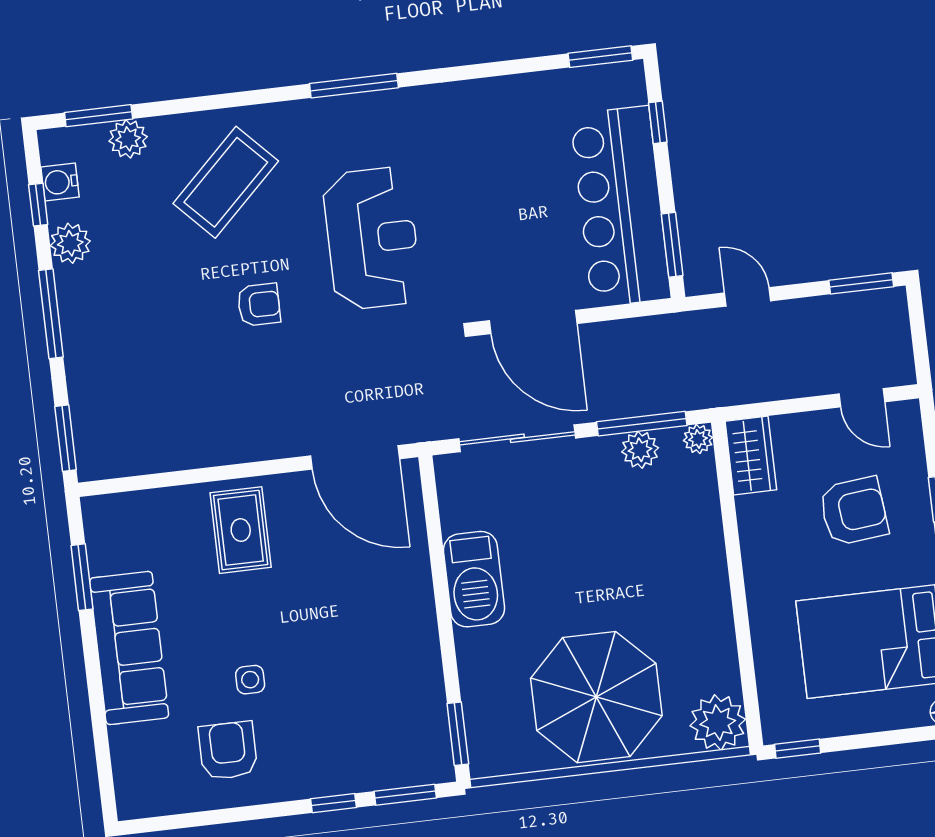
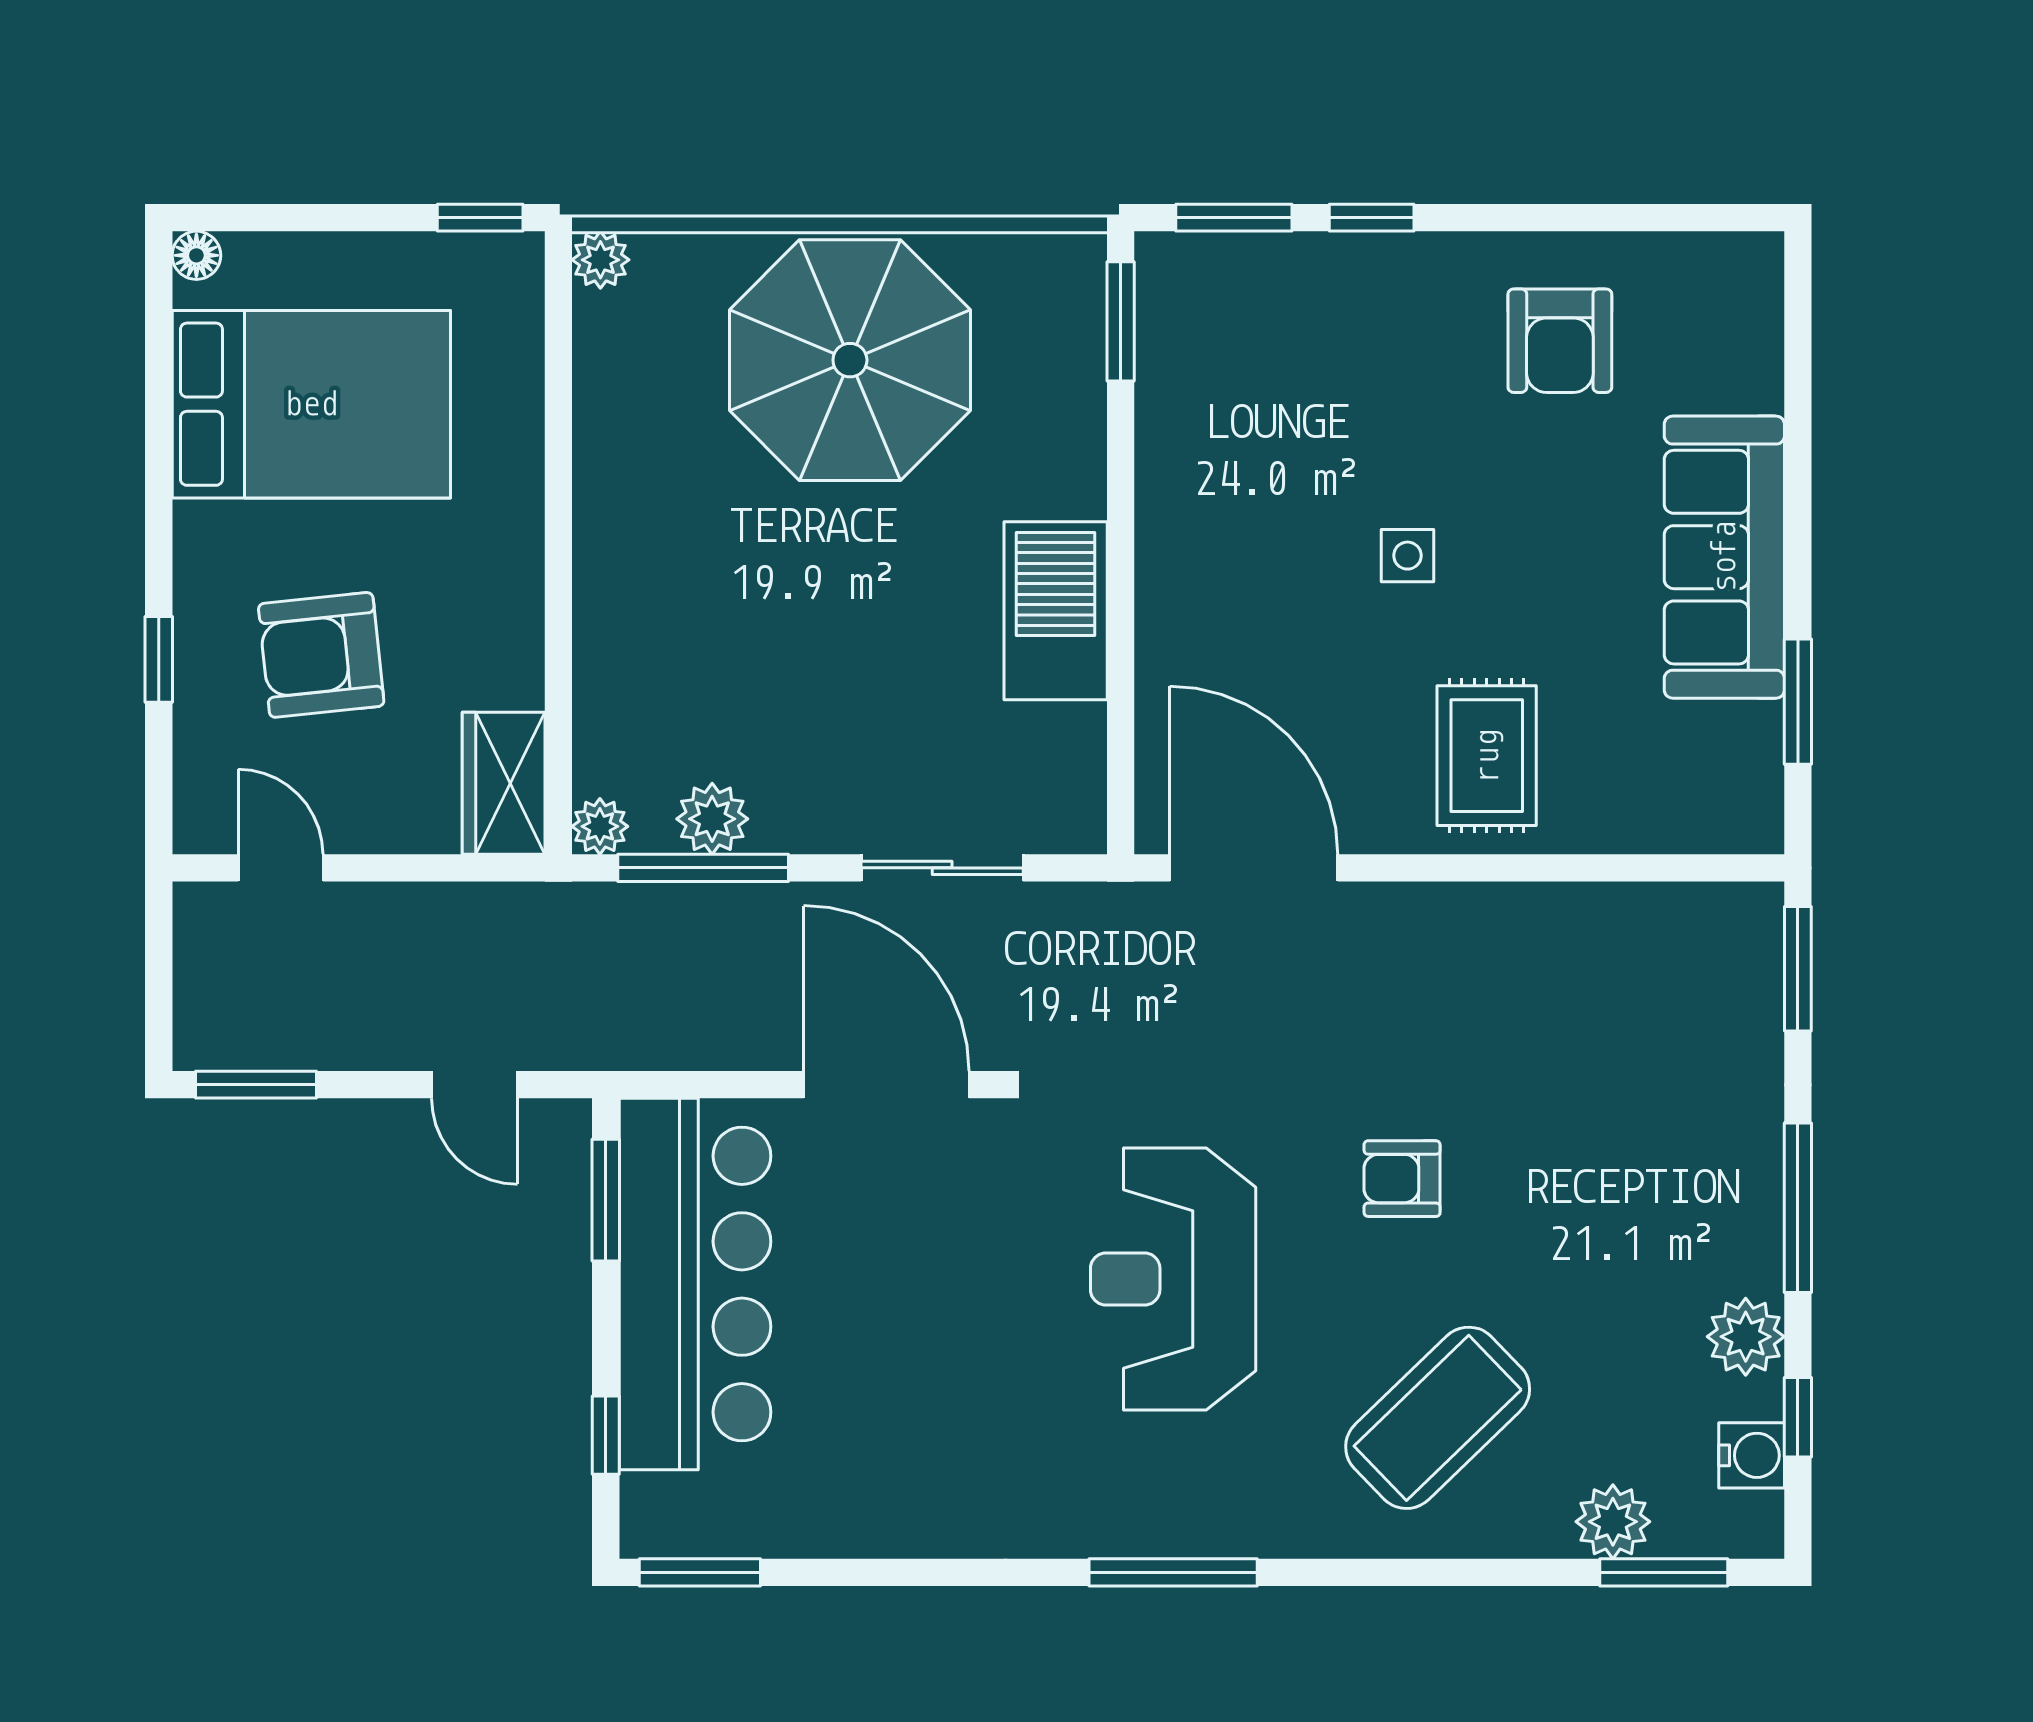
sliding door: (517, 438) -> (942, 868), width x0.73
side table: (250, 680) -> (1407, 556), moved
plant: (718, 723) -> (600, 260), width x0.53, depth x0.53

